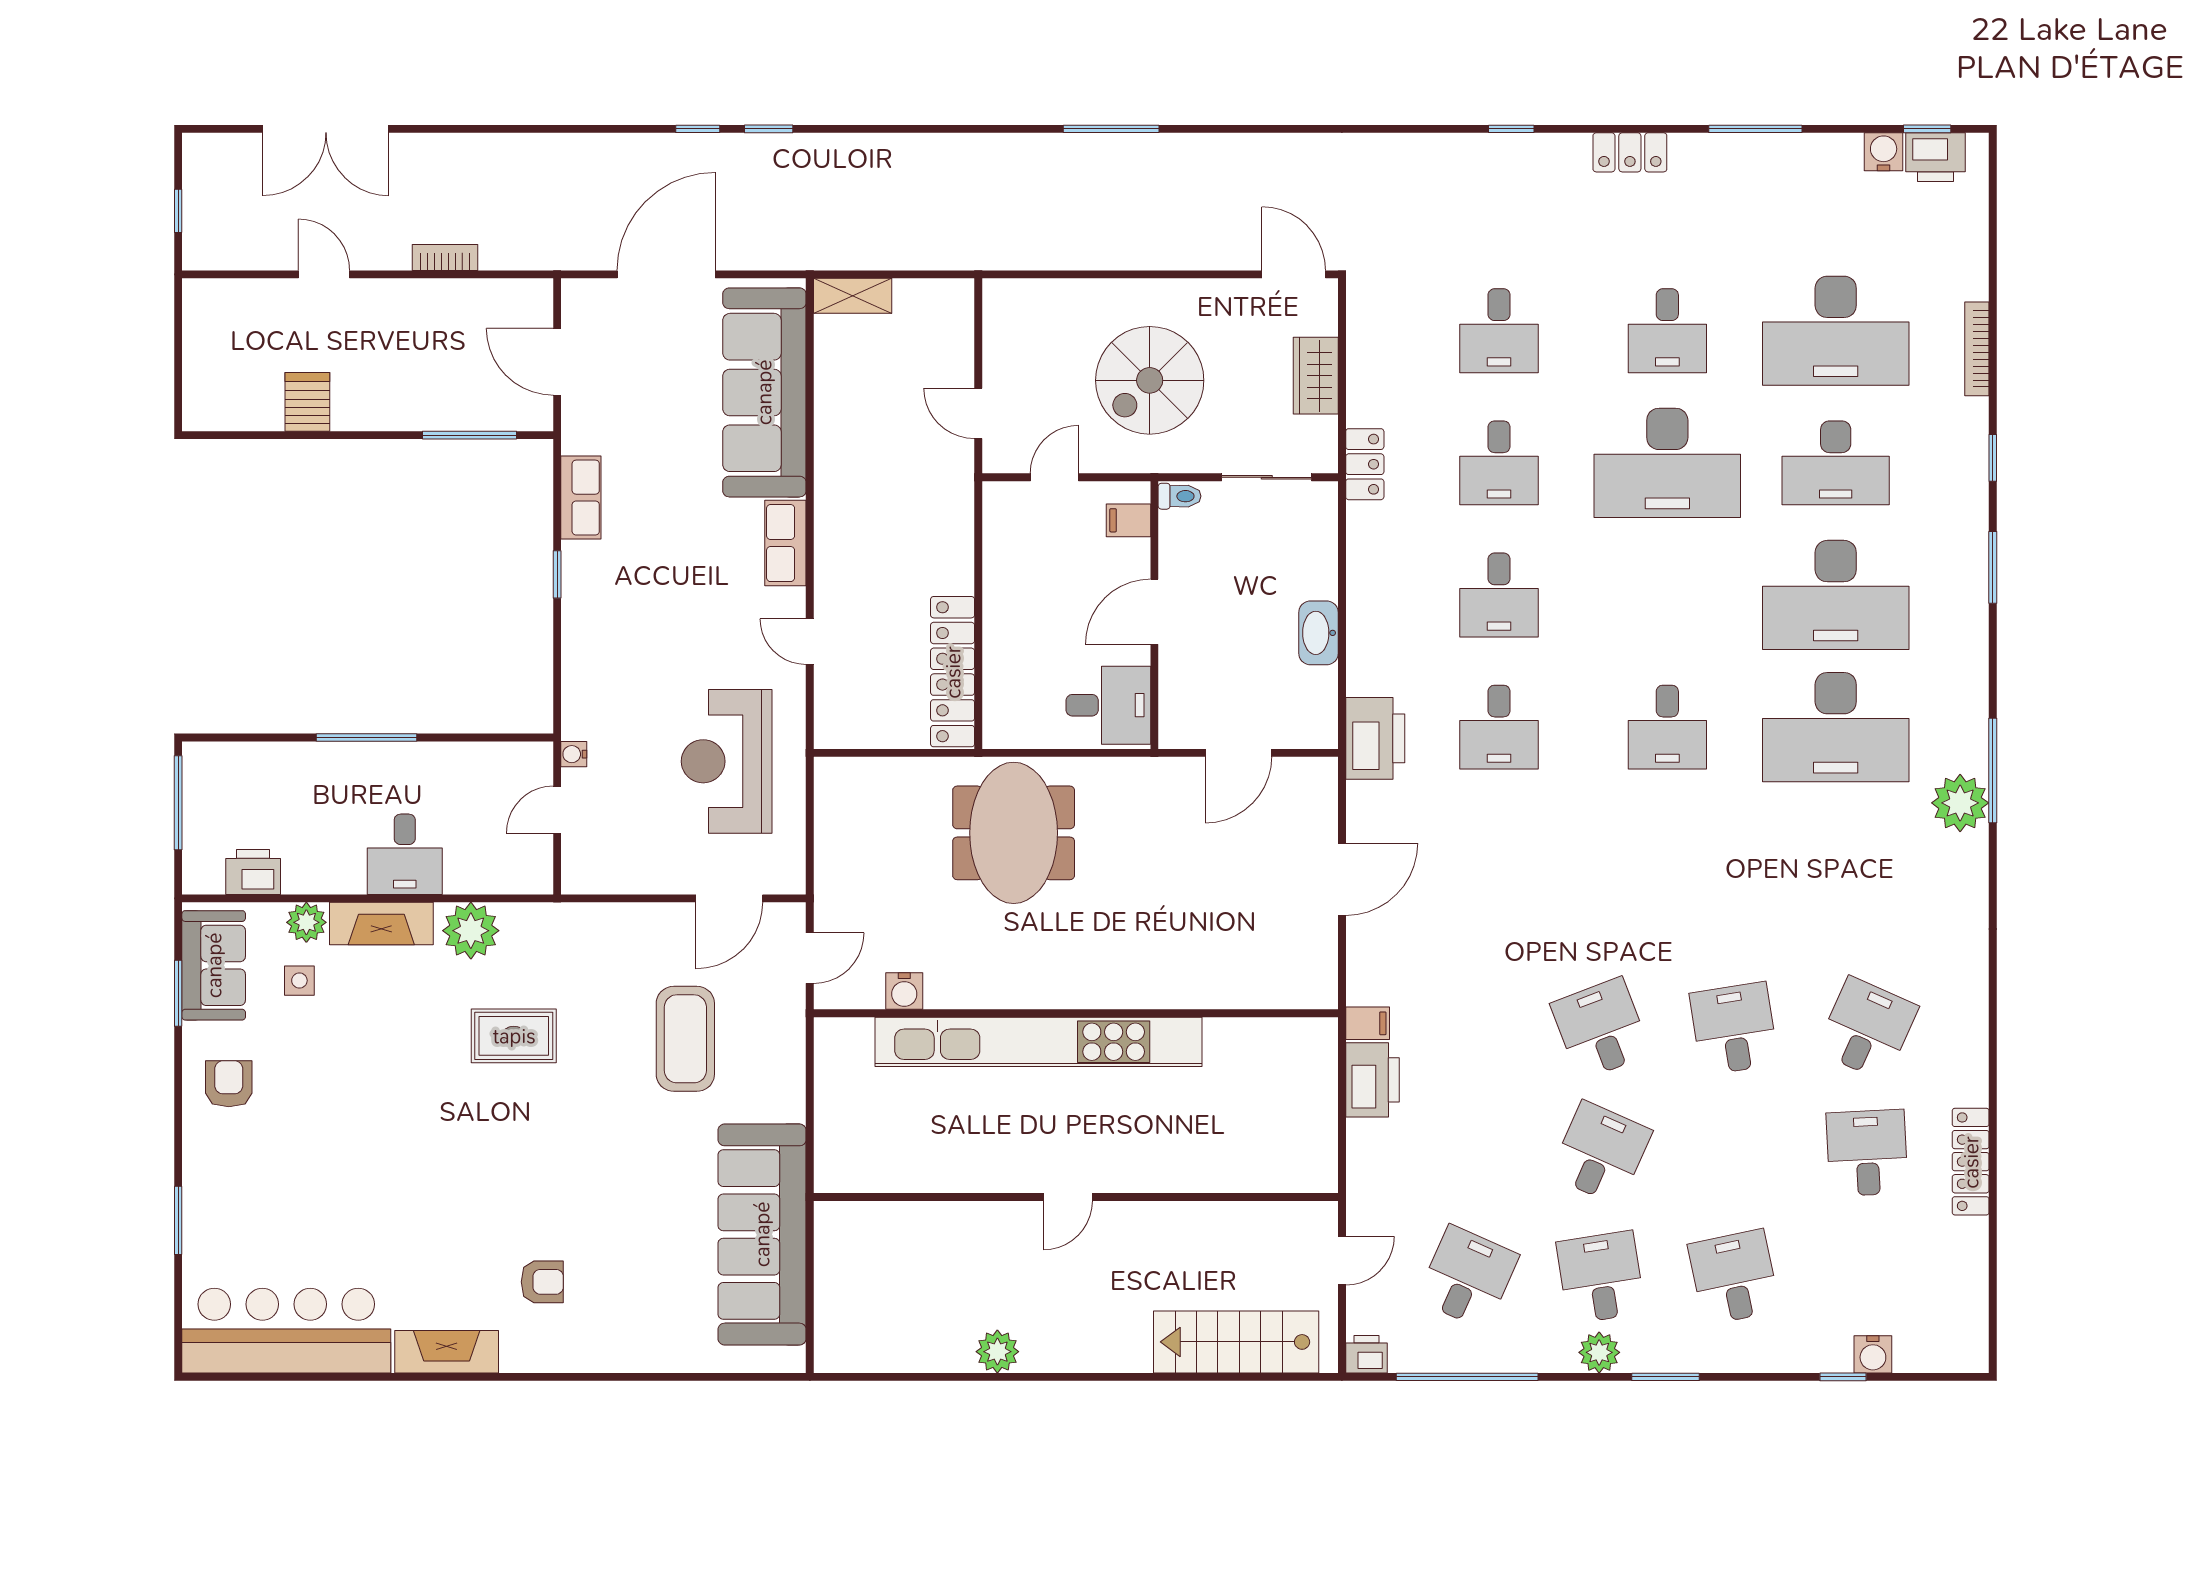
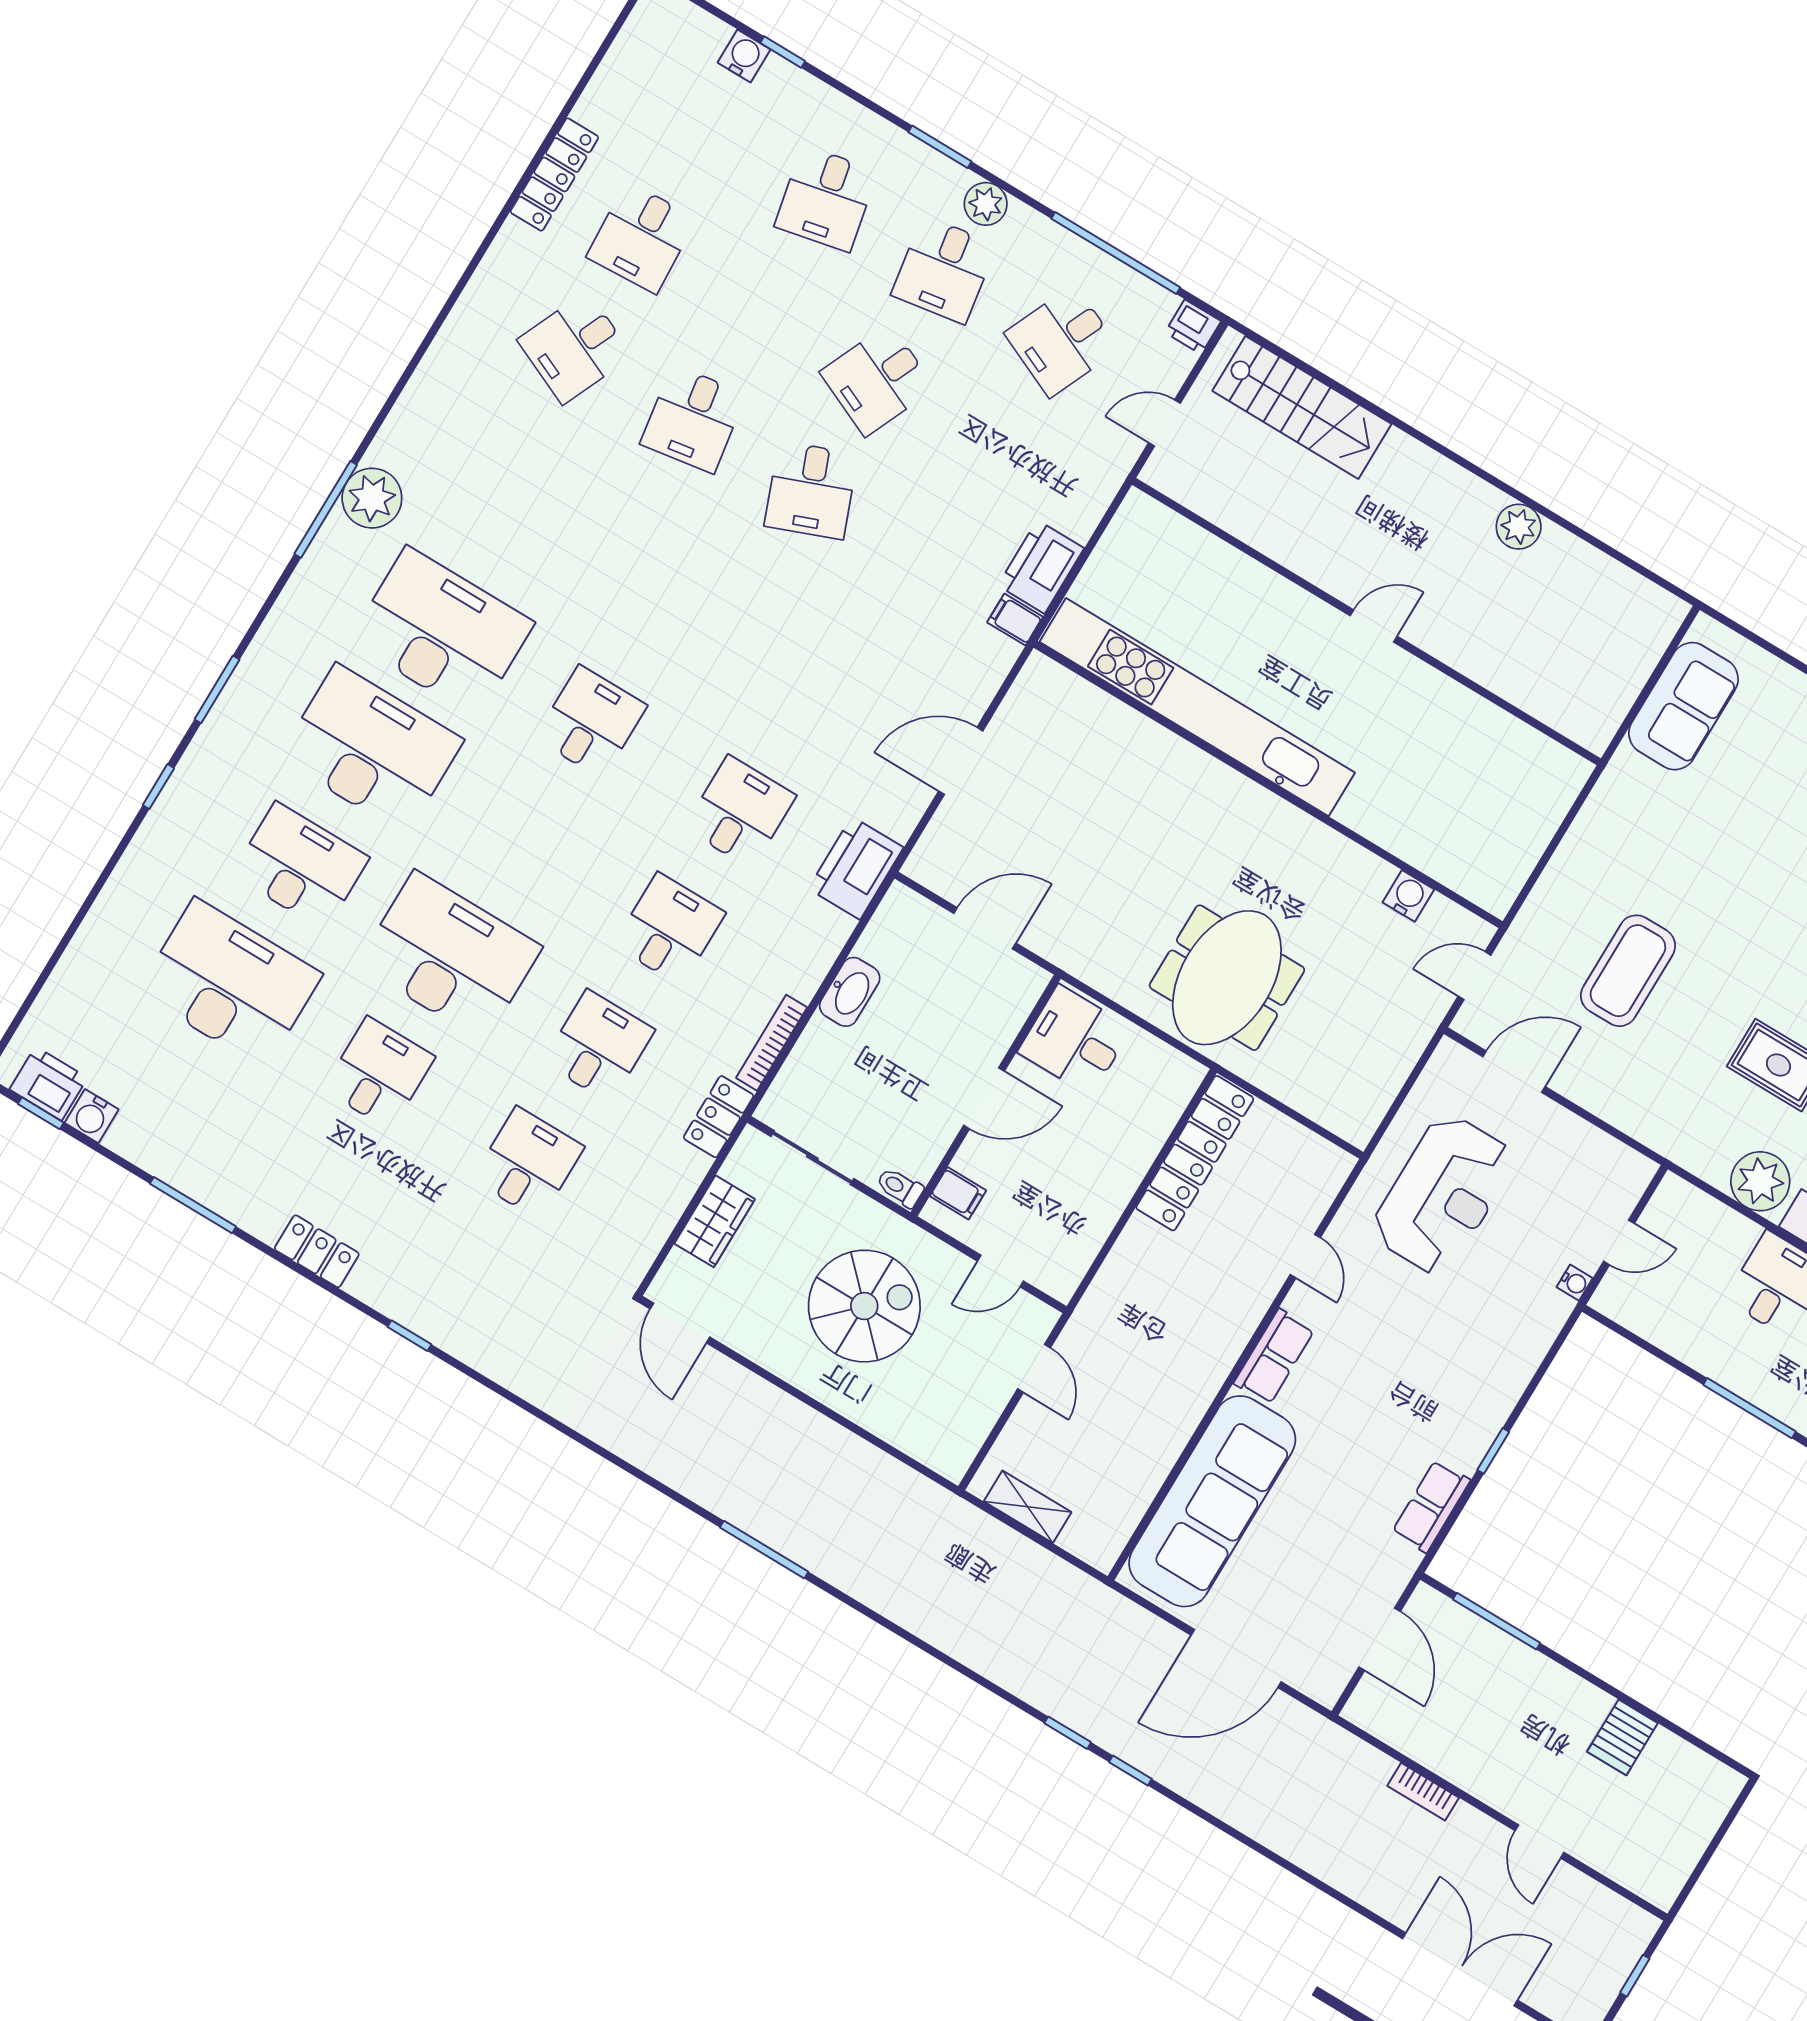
shelving: (853, 296) -> (1028, 1507), moved
bookcase: (1977, 349) -> (772, 1043), moved, turned 180
kitchen unit: (1039, 1042) -> (1197, 707), moved
sofa: (762, 1234) -> (1683, 706), width x0.54, depth x0.79

